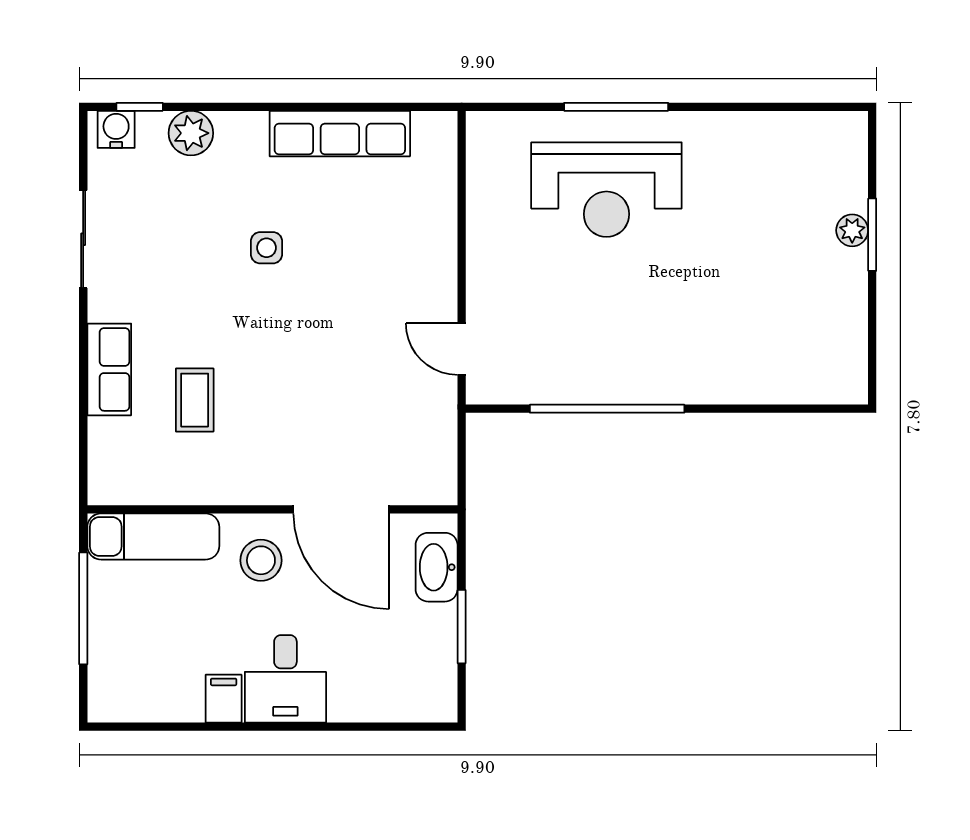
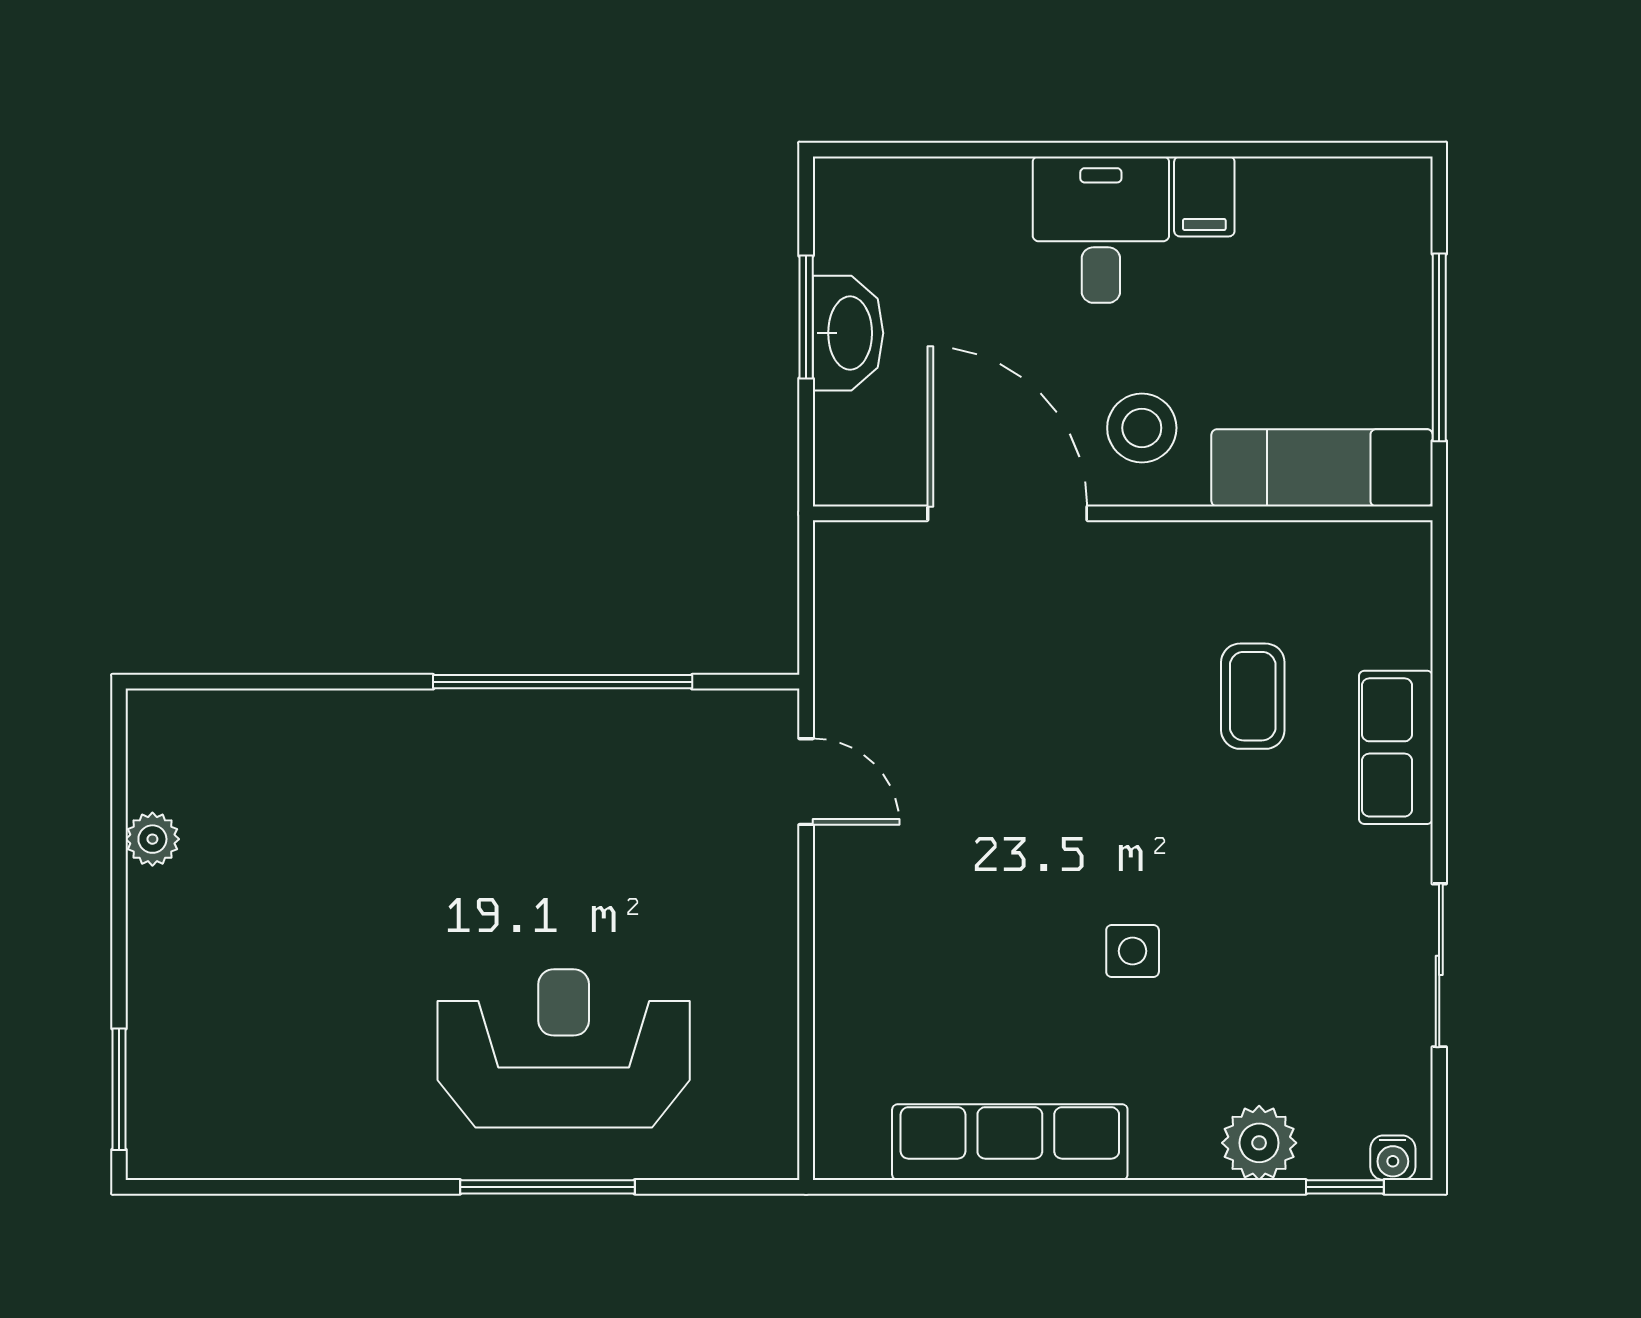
water cooler: (116, 129) -> (1393, 1158), width x0.72, depth x0.72
plant: (852, 230) -> (152, 839), moved
window: (872, 235) -> (119, 1089), moved
washbasin: (437, 567) -> (848, 333), moved

